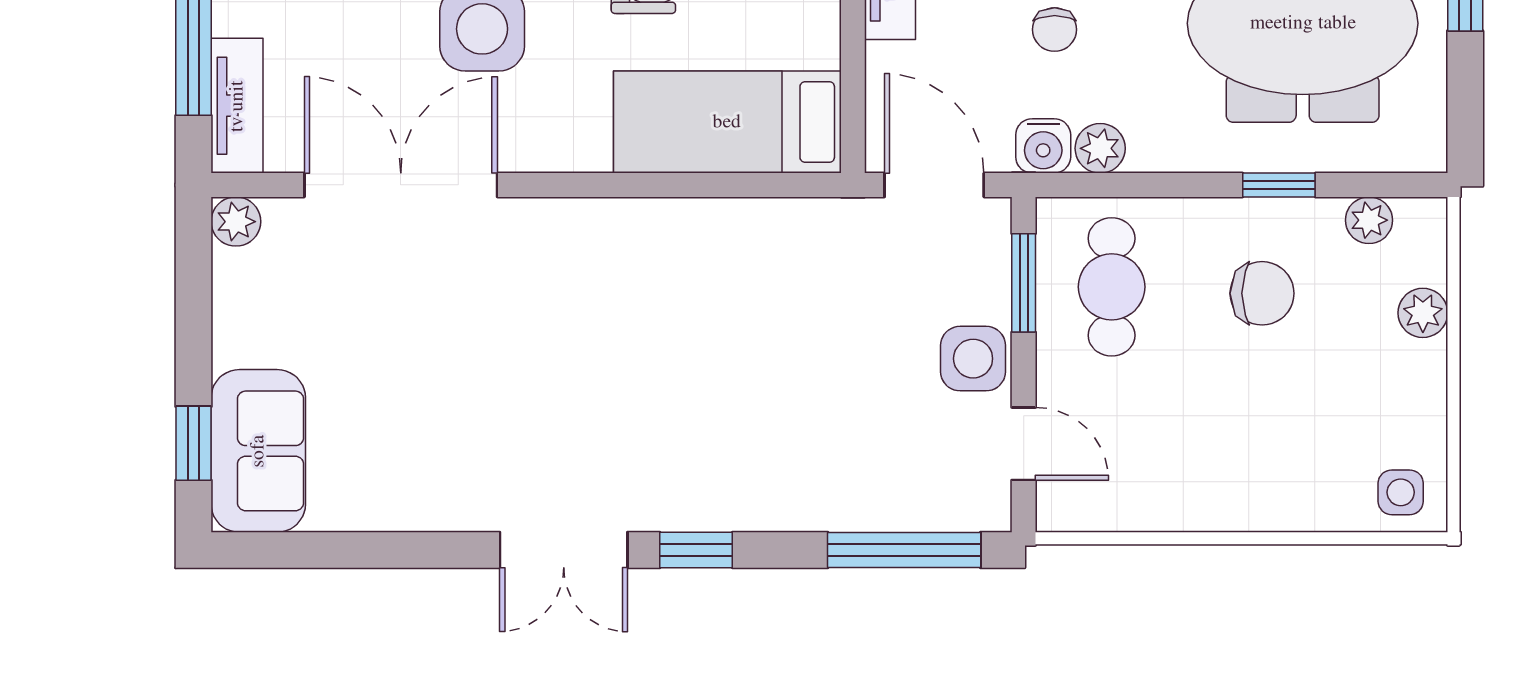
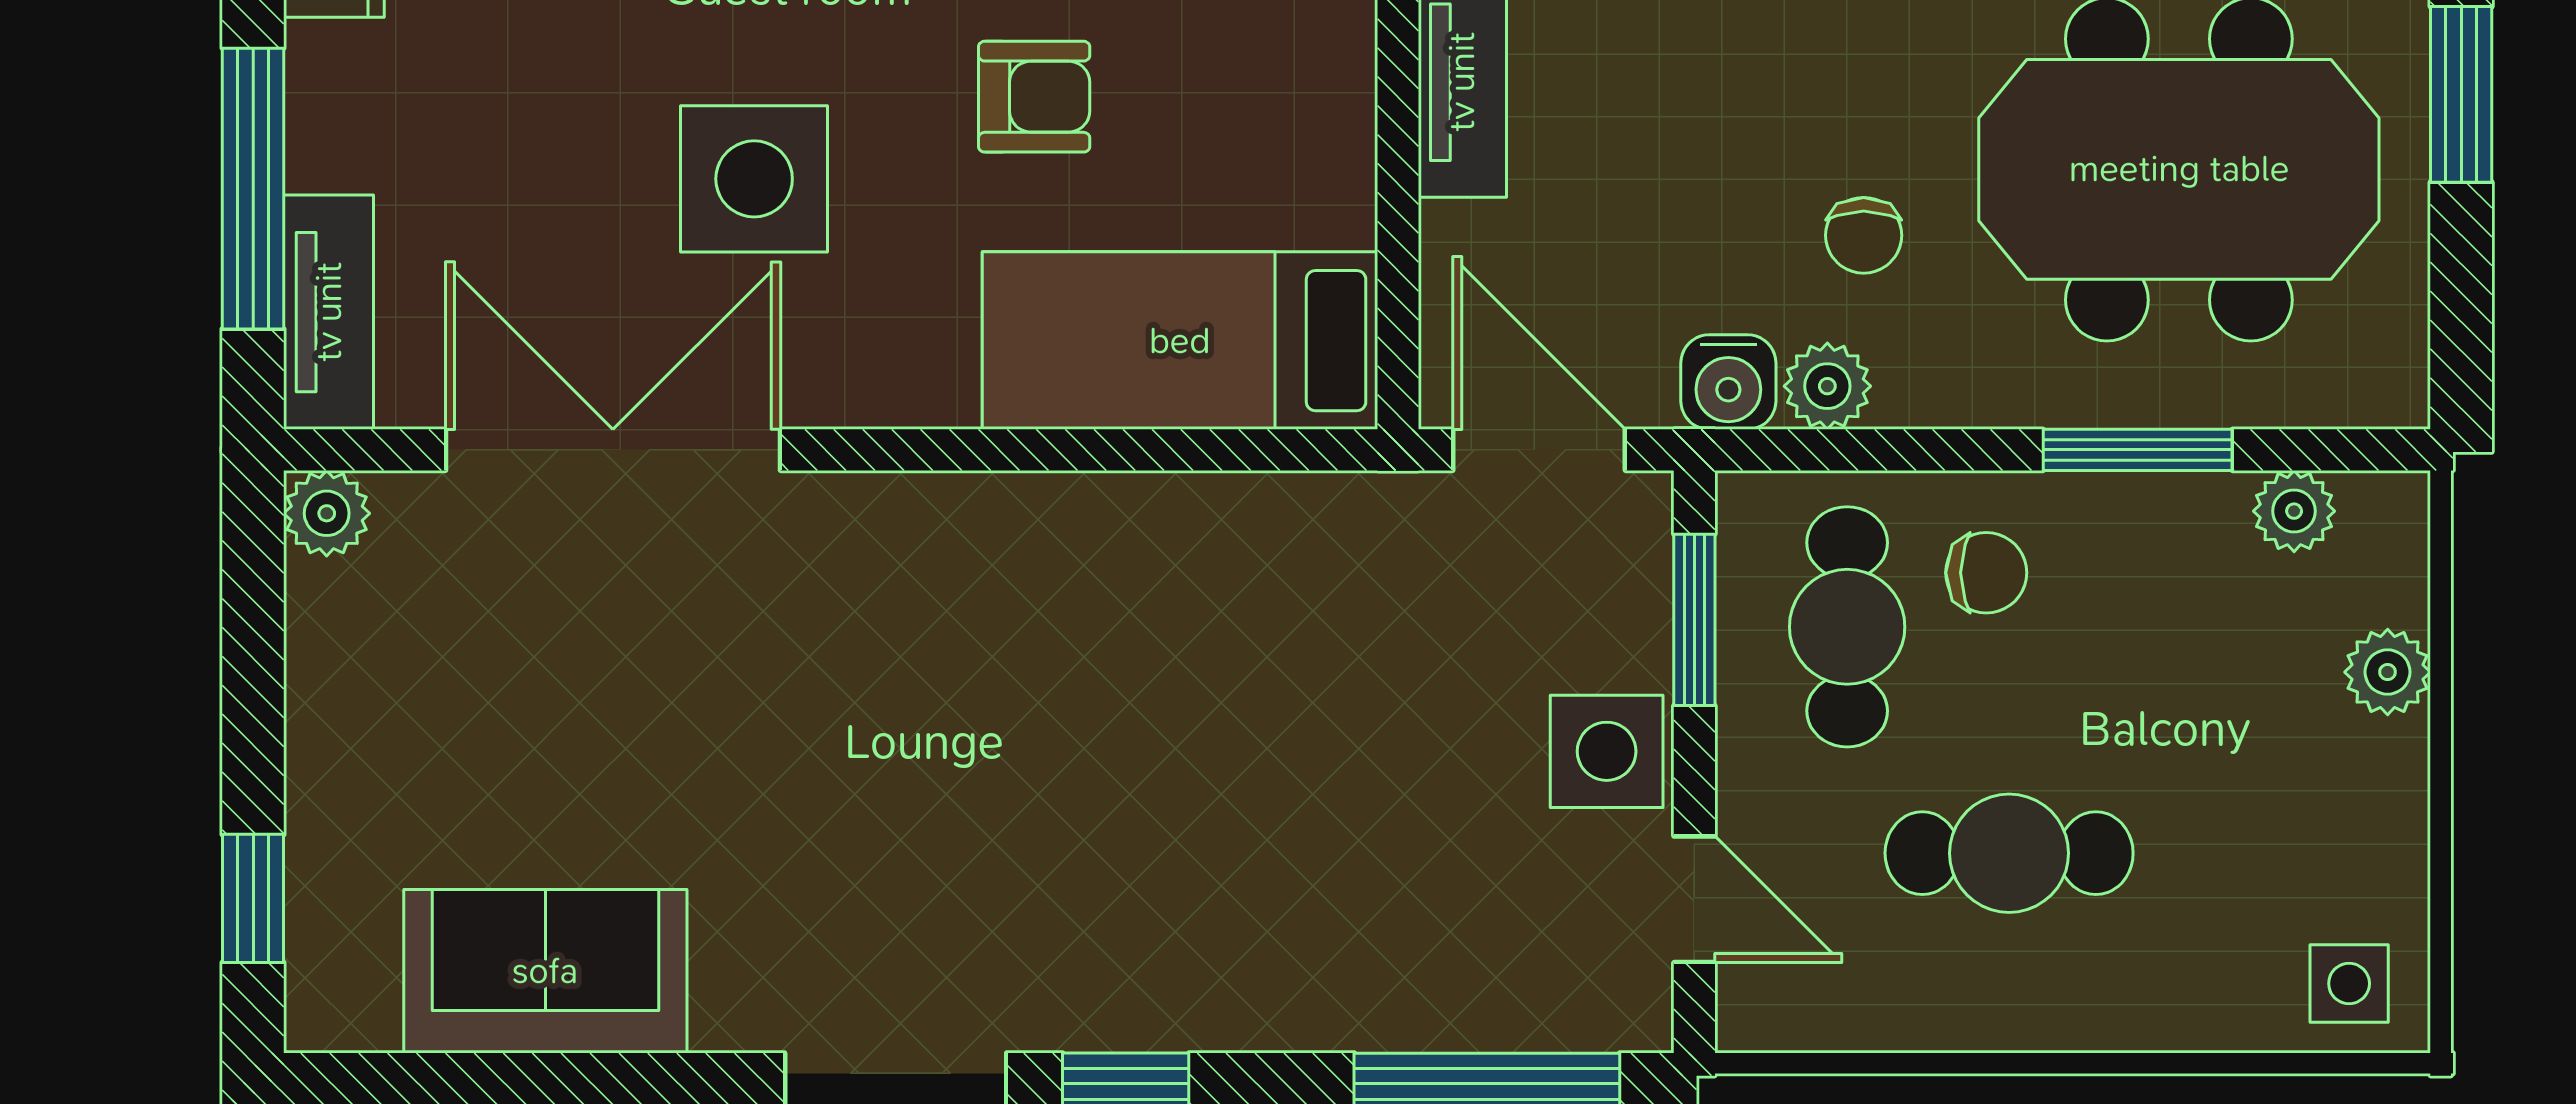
chair: (1055, 30) -> (1864, 235), moved
window: (1279, 185) -> (2138, 450), width x1.50
chair: (1262, 293) -> (1986, 573), moved, width x0.73, depth x0.73
cafe table: (1205, 417) -> (2009, 853), added
sofa: (258, 451) -> (545, 971), moved, turned -90

